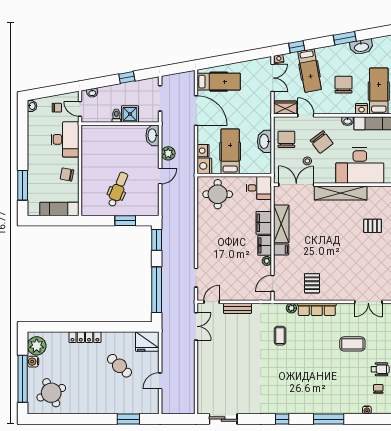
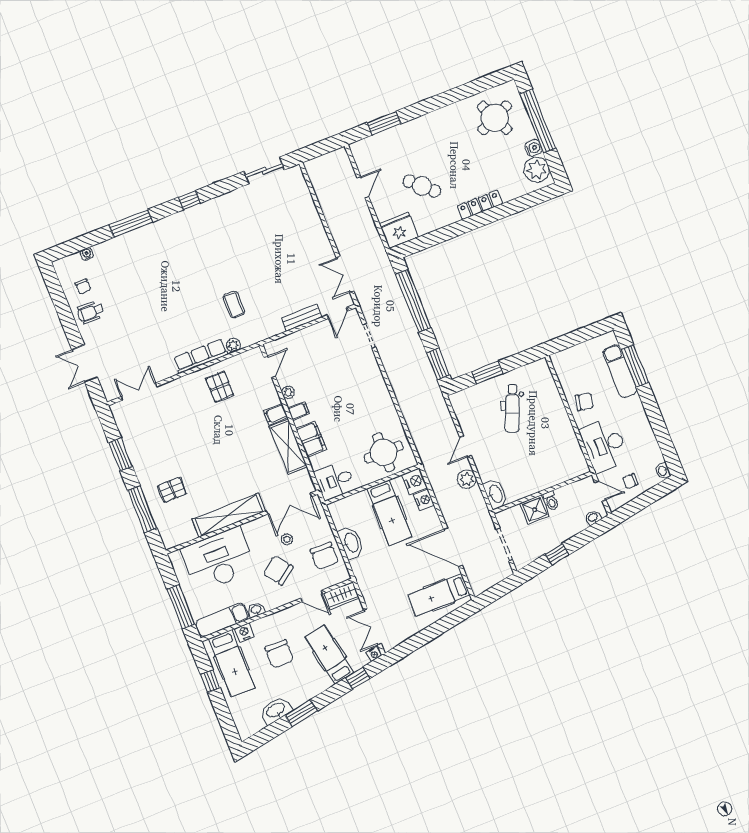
exam couch: (59, 209) -> (620, 371), moved, turned 90
filing cabinet: (265, 245) -> (299, 411), width x0.50
coffee table: (352, 344) -> (138, 330), removed

